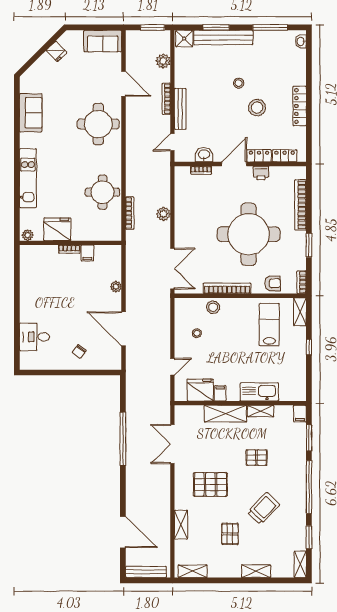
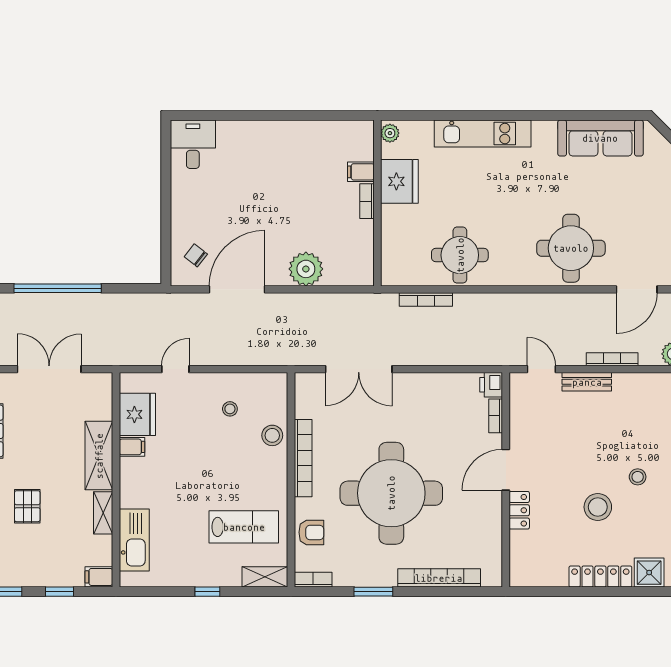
shower: (297, 76) -> (649, 573), added
bench: (180, 109) -> (587, 382), width x0.73
sofa: (31, 113) -> (600, 138), width x1.36
washbasin: (204, 155) -> (521, 421), removed
locker: (285, 156) -> (519, 552), removed
door: (234, 164) -> (506, 470), swing flipped
printer: (261, 173) -> (491, 385), moved
plant: (163, 214) -> (425, 354), removed
filing cabinet: (87, 253) -> (361, 172), moved
double door: (172, 269) -> (359, 369), moved
armchair: (273, 283) -> (311, 532), turned -90
plant: (116, 287) -> (306, 269), width x1.87, depth x1.87
desk: (35, 337) -> (193, 144), moved
chair: (79, 352) -> (196, 255), moved
door: (172, 367) -> (175, 369), swing flipped
kitchen sink: (259, 392) -> (134, 540), moved
window: (309, 438) -> (59, 592), width x0.67

